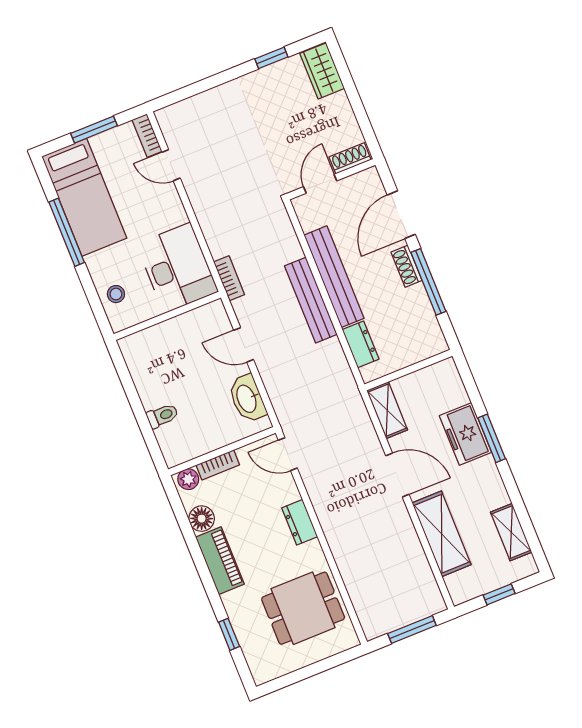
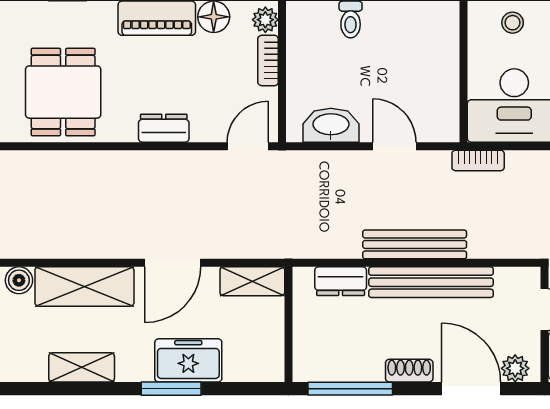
plant: (373, 188) -> (515, 368), added
window: (428, 282) -> (350, 389), moved
door: (244, 345) -> (394, 146), hinge flipped
shelving: (511, 532) -> (82, 367), moved
boiler: (457, 584) -> (19, 280), added

